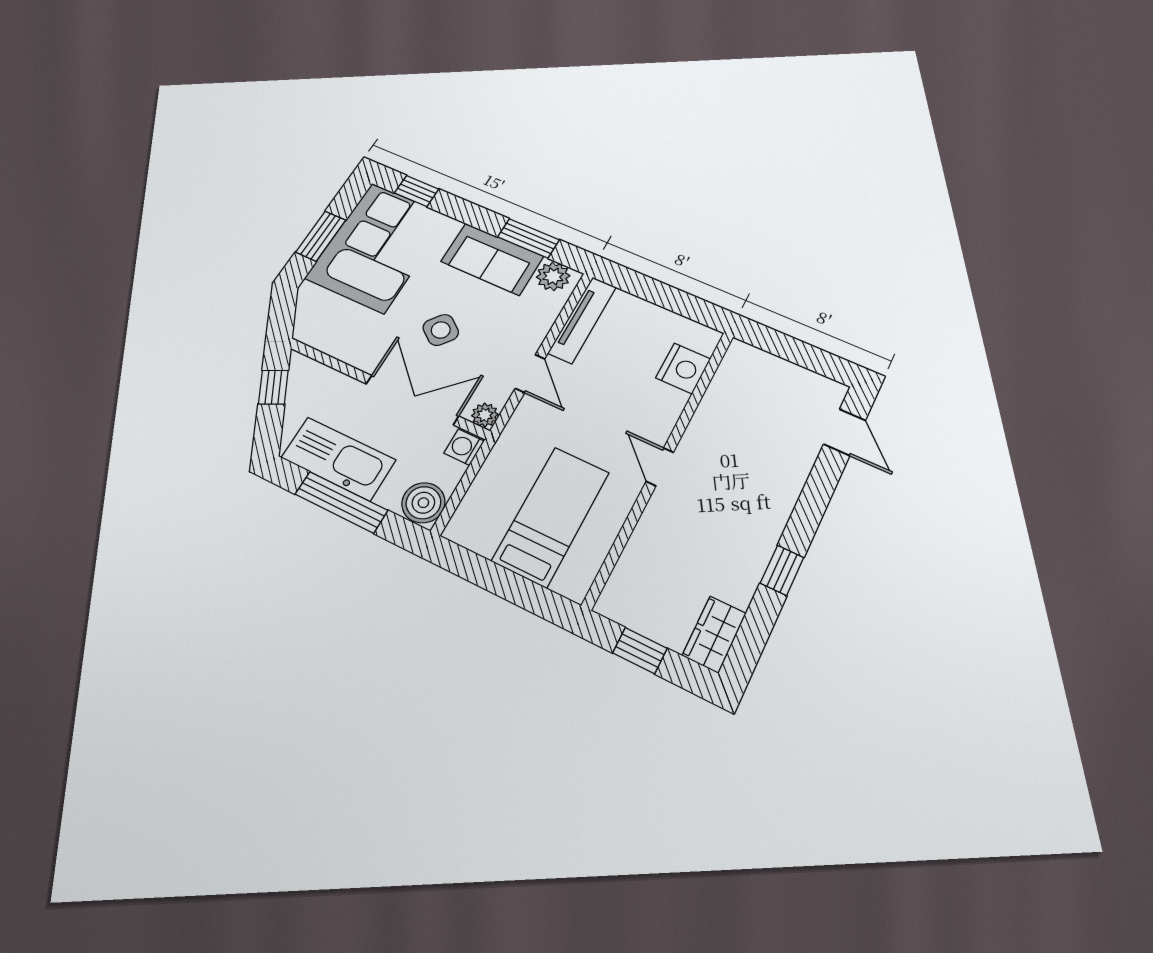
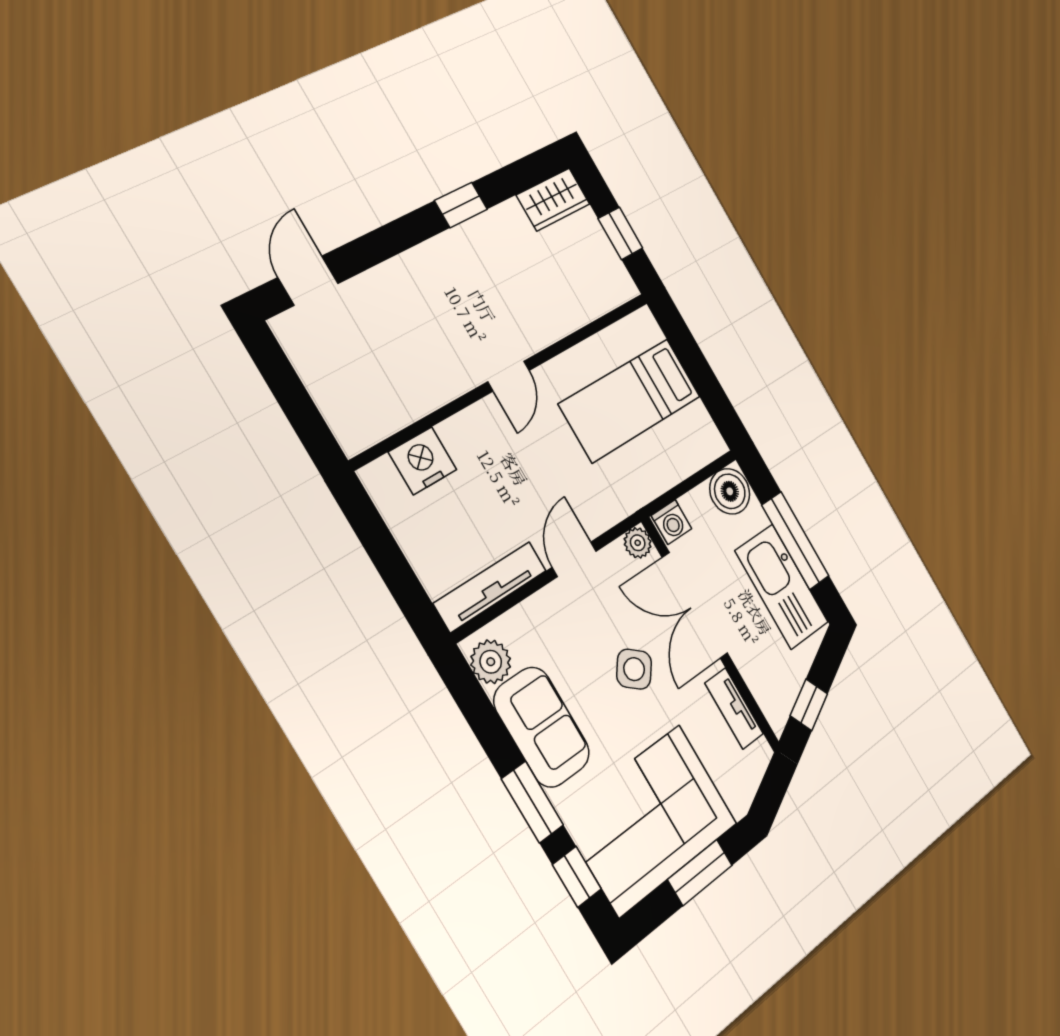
window: (528, 238) -> (532, 802), moved
tv unit: (342, 349) -> (734, 709), added

